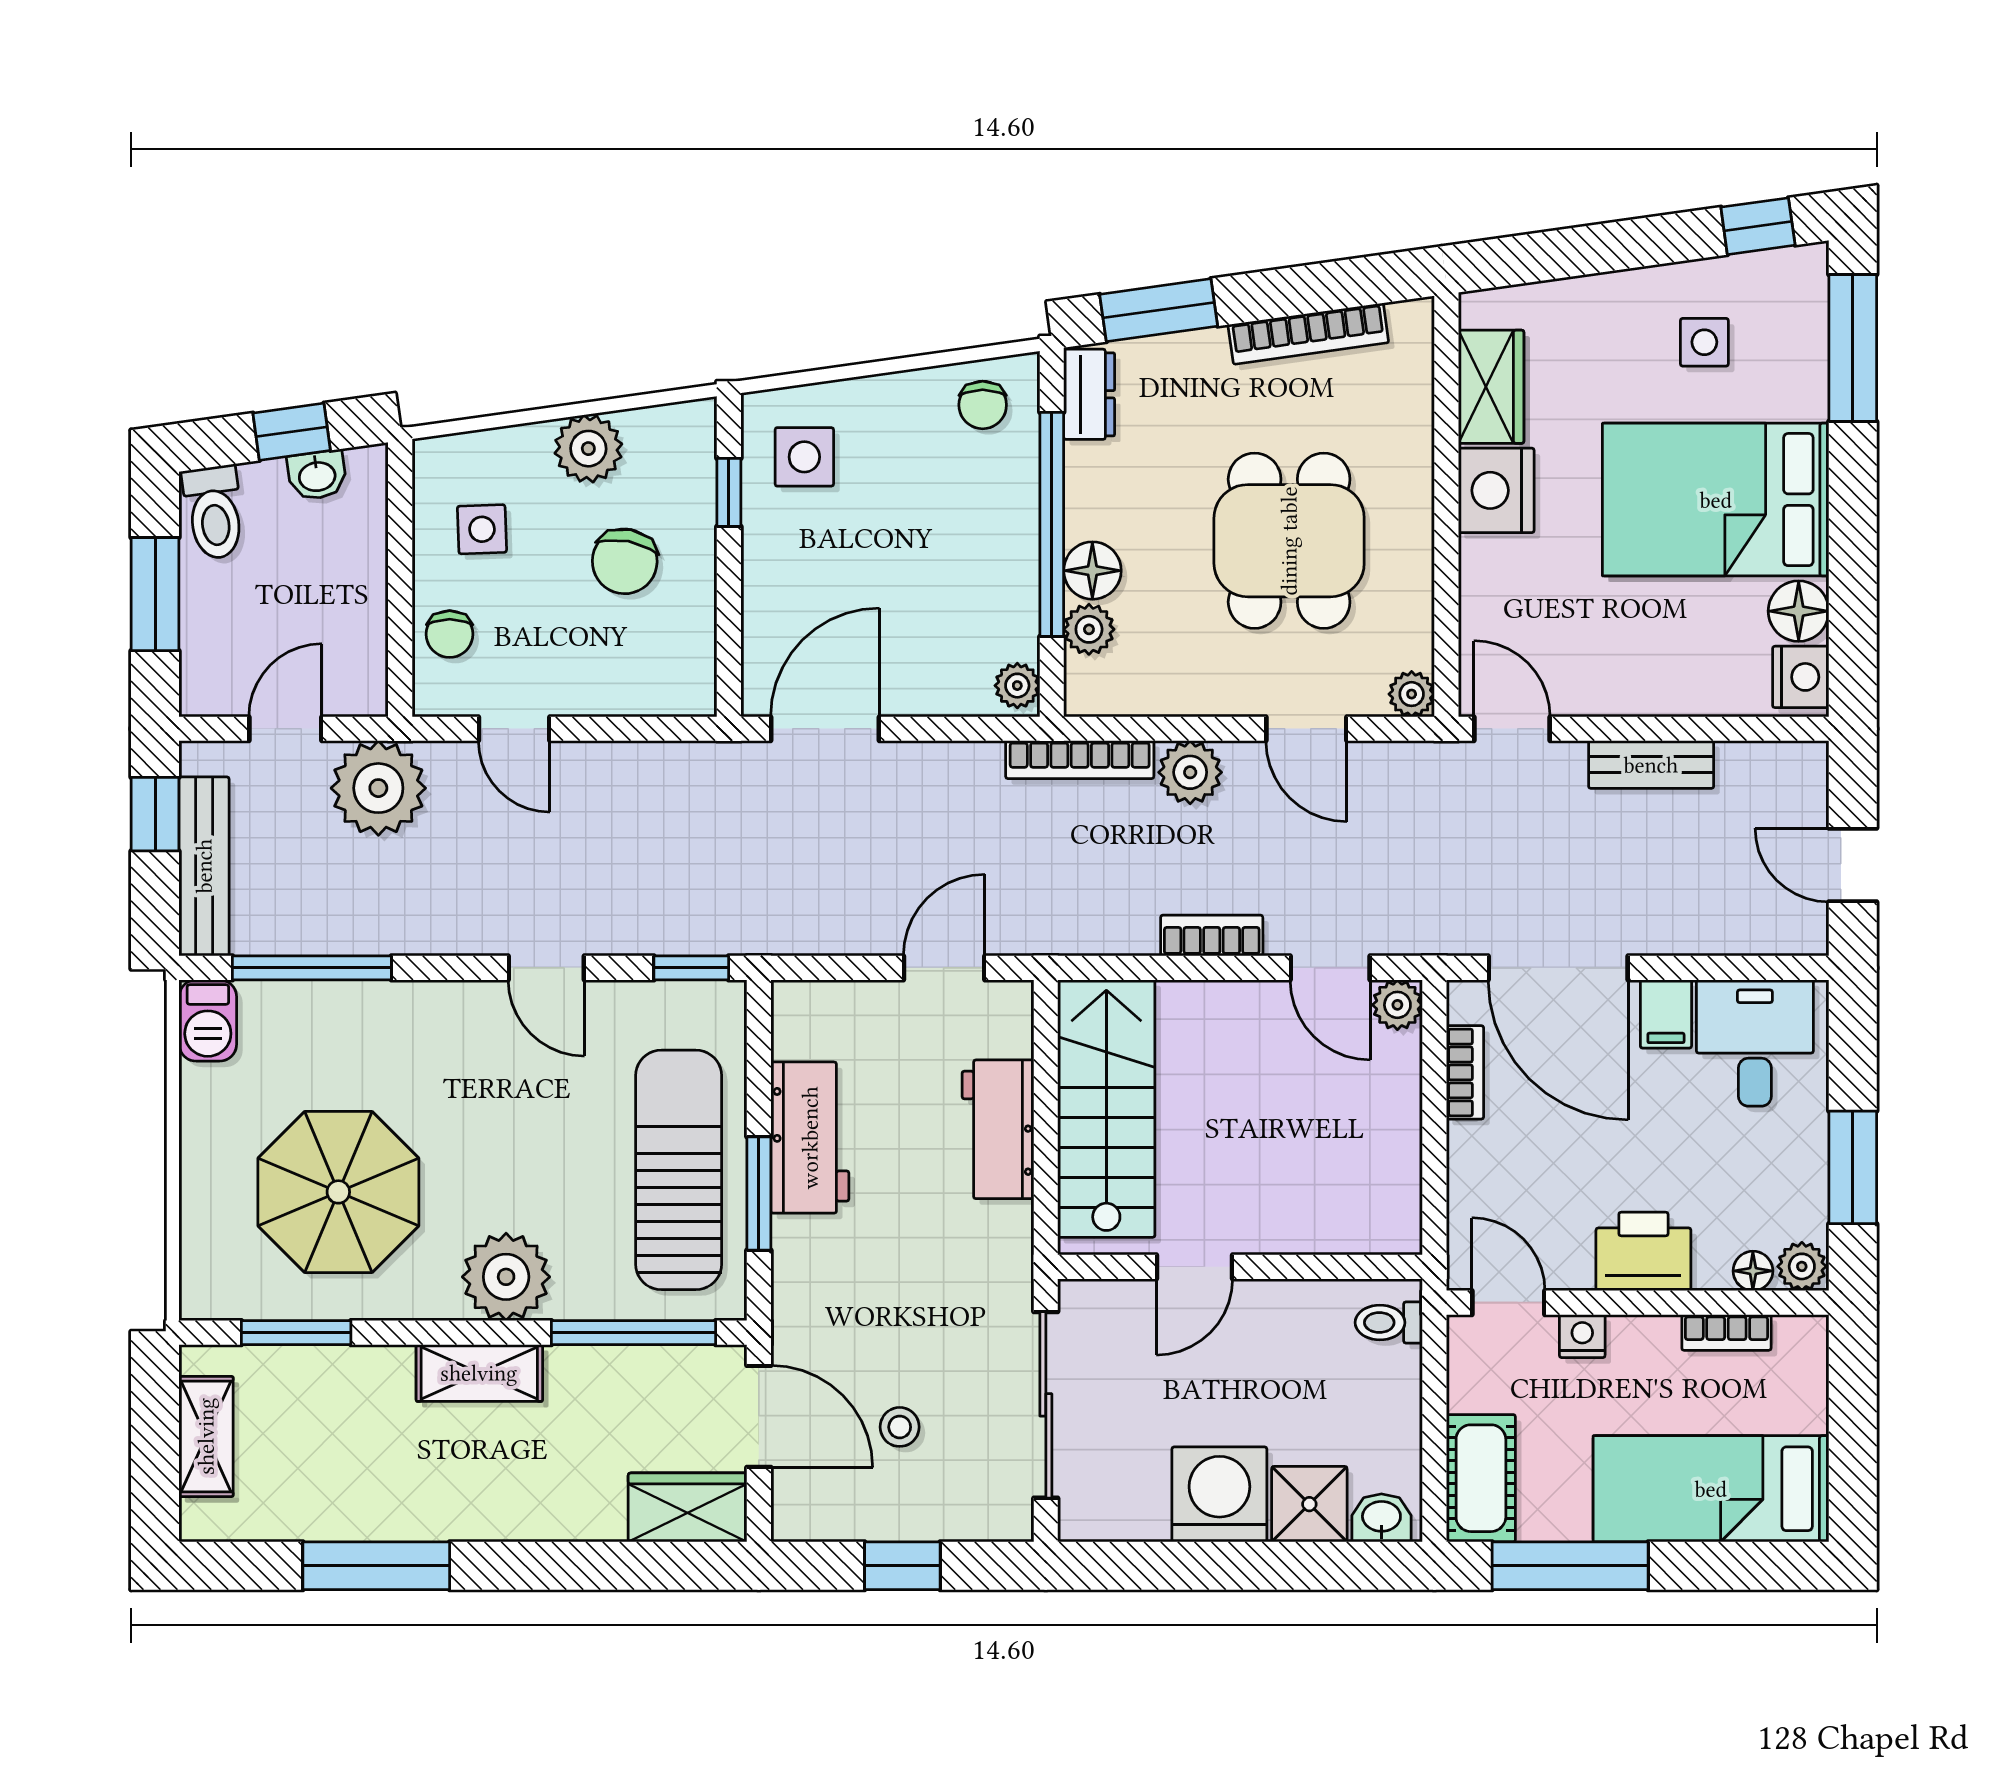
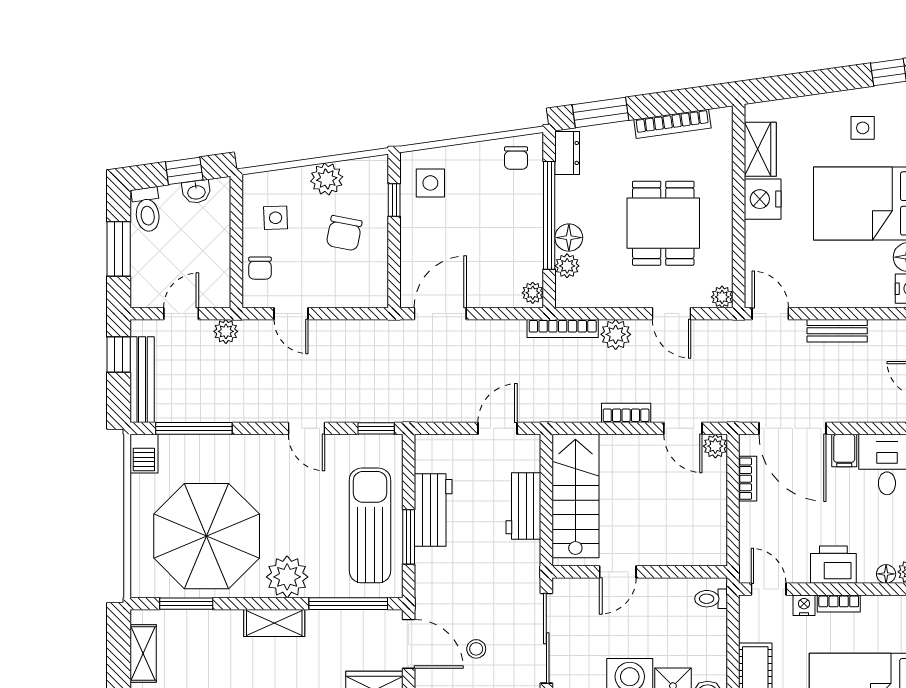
plant: (378, 788) -> (226, 331), width x0.53, depth x0.53
parasol: (338, 1192) -> (207, 536), width x1.36, depth x1.36
bookcase: (1726, 1332) -> (839, 604), moved

